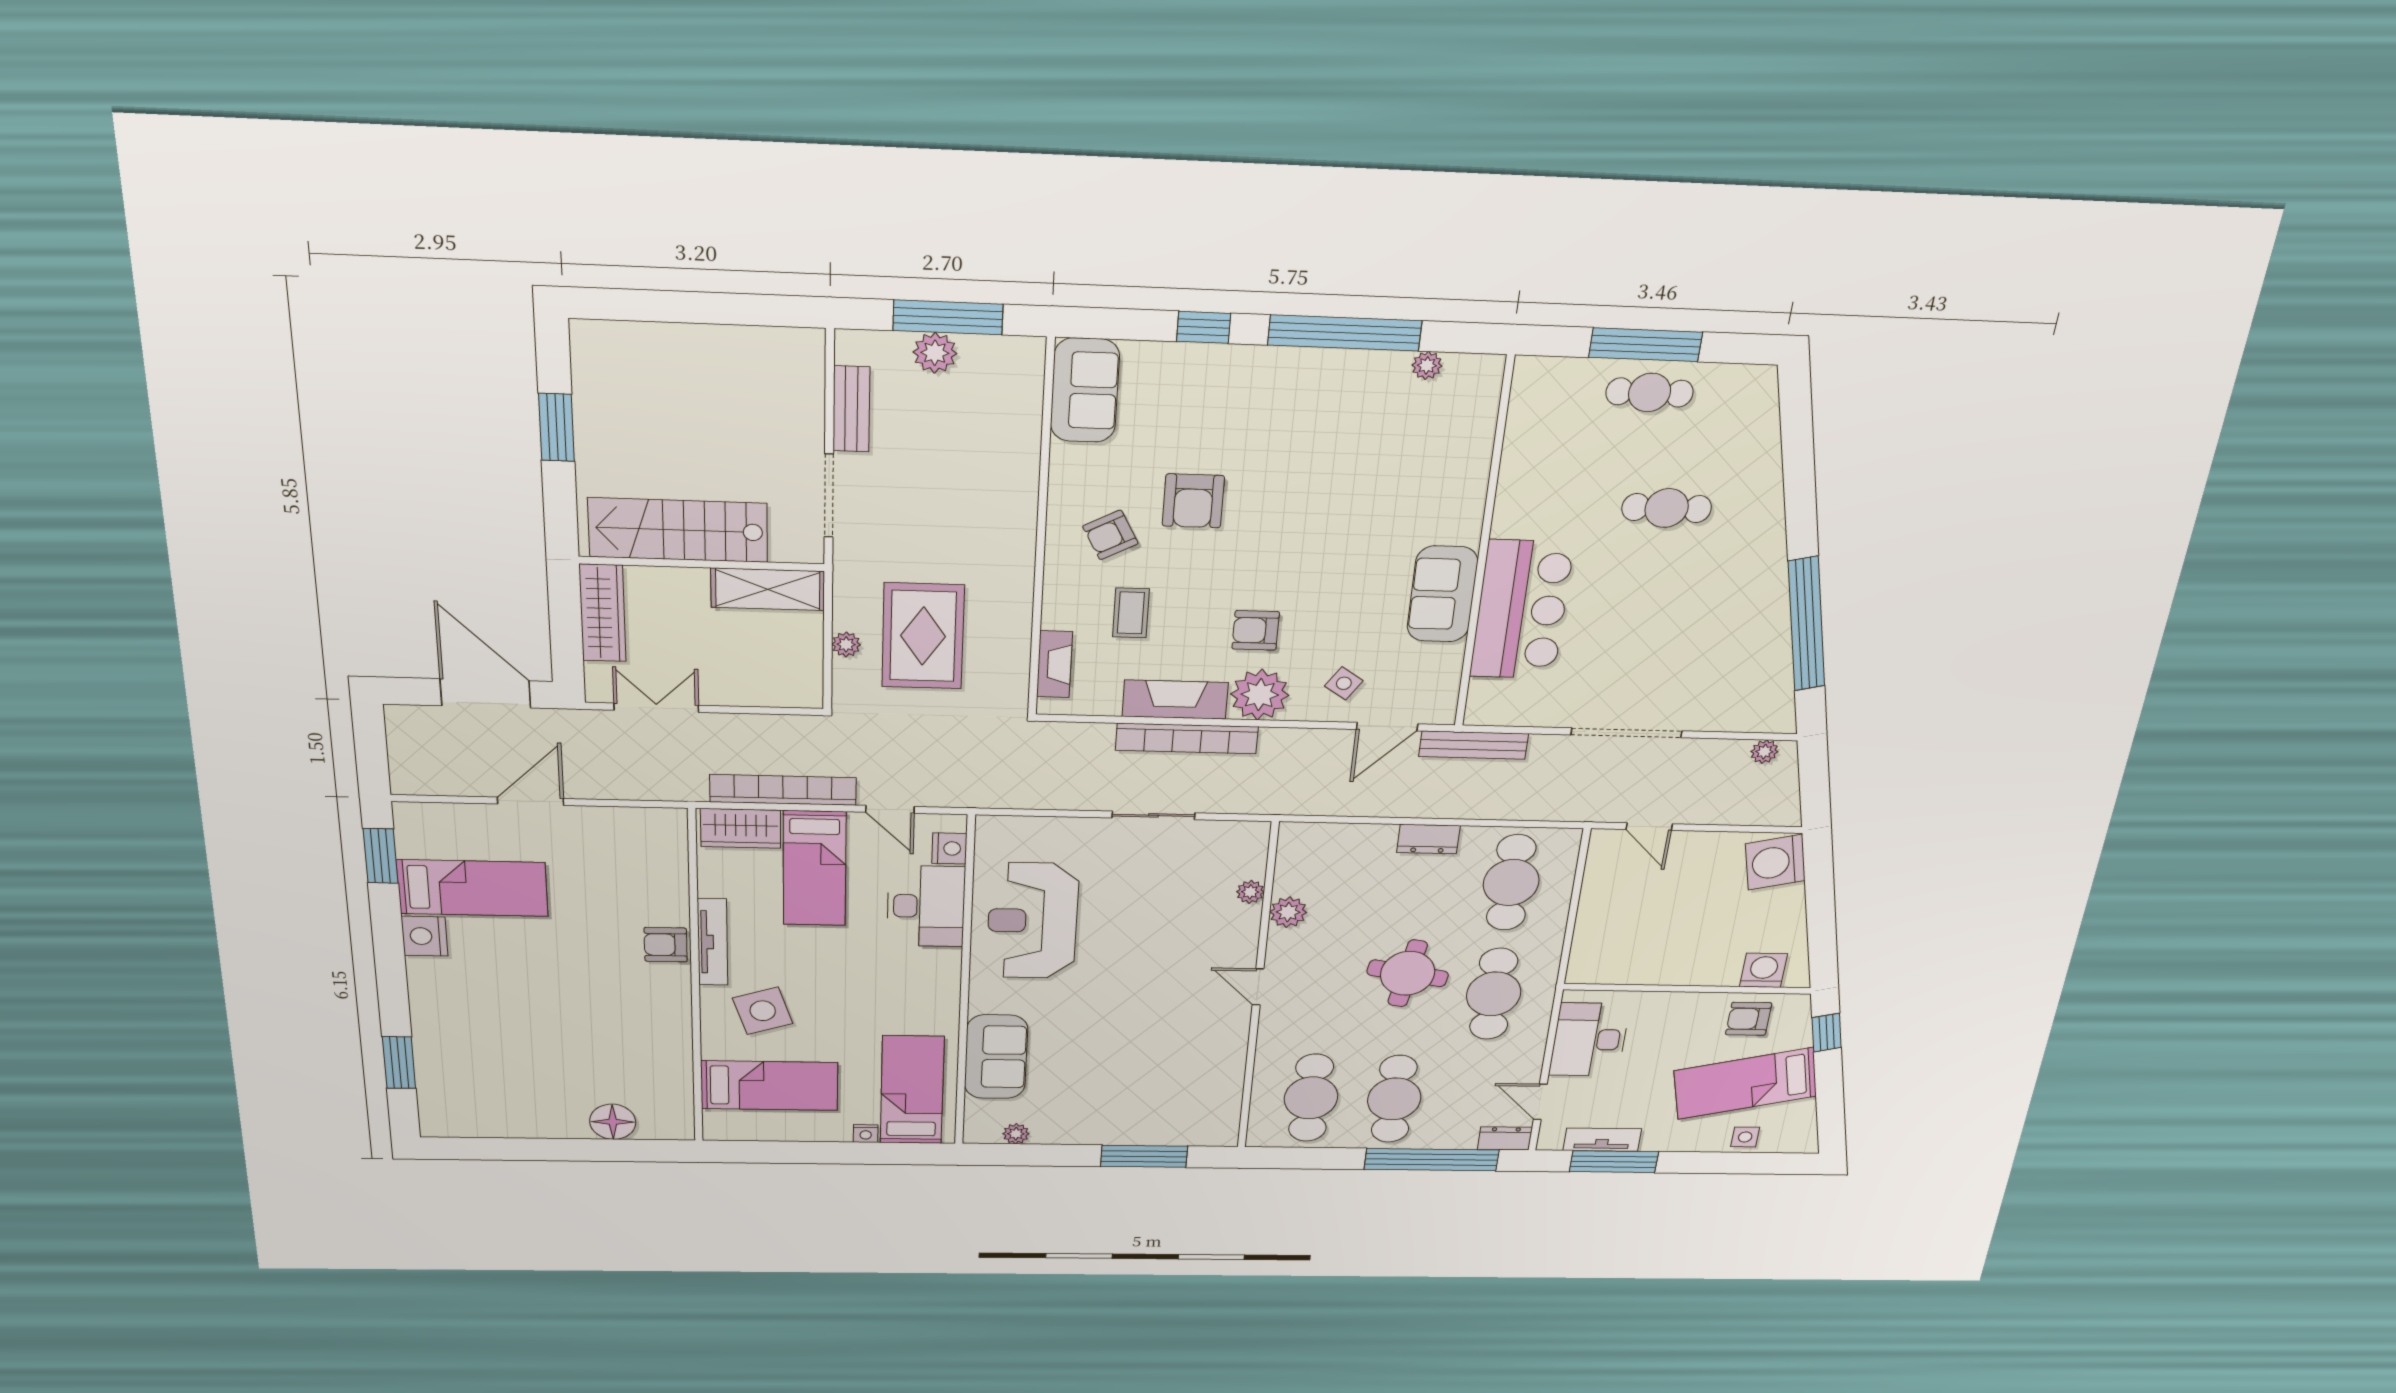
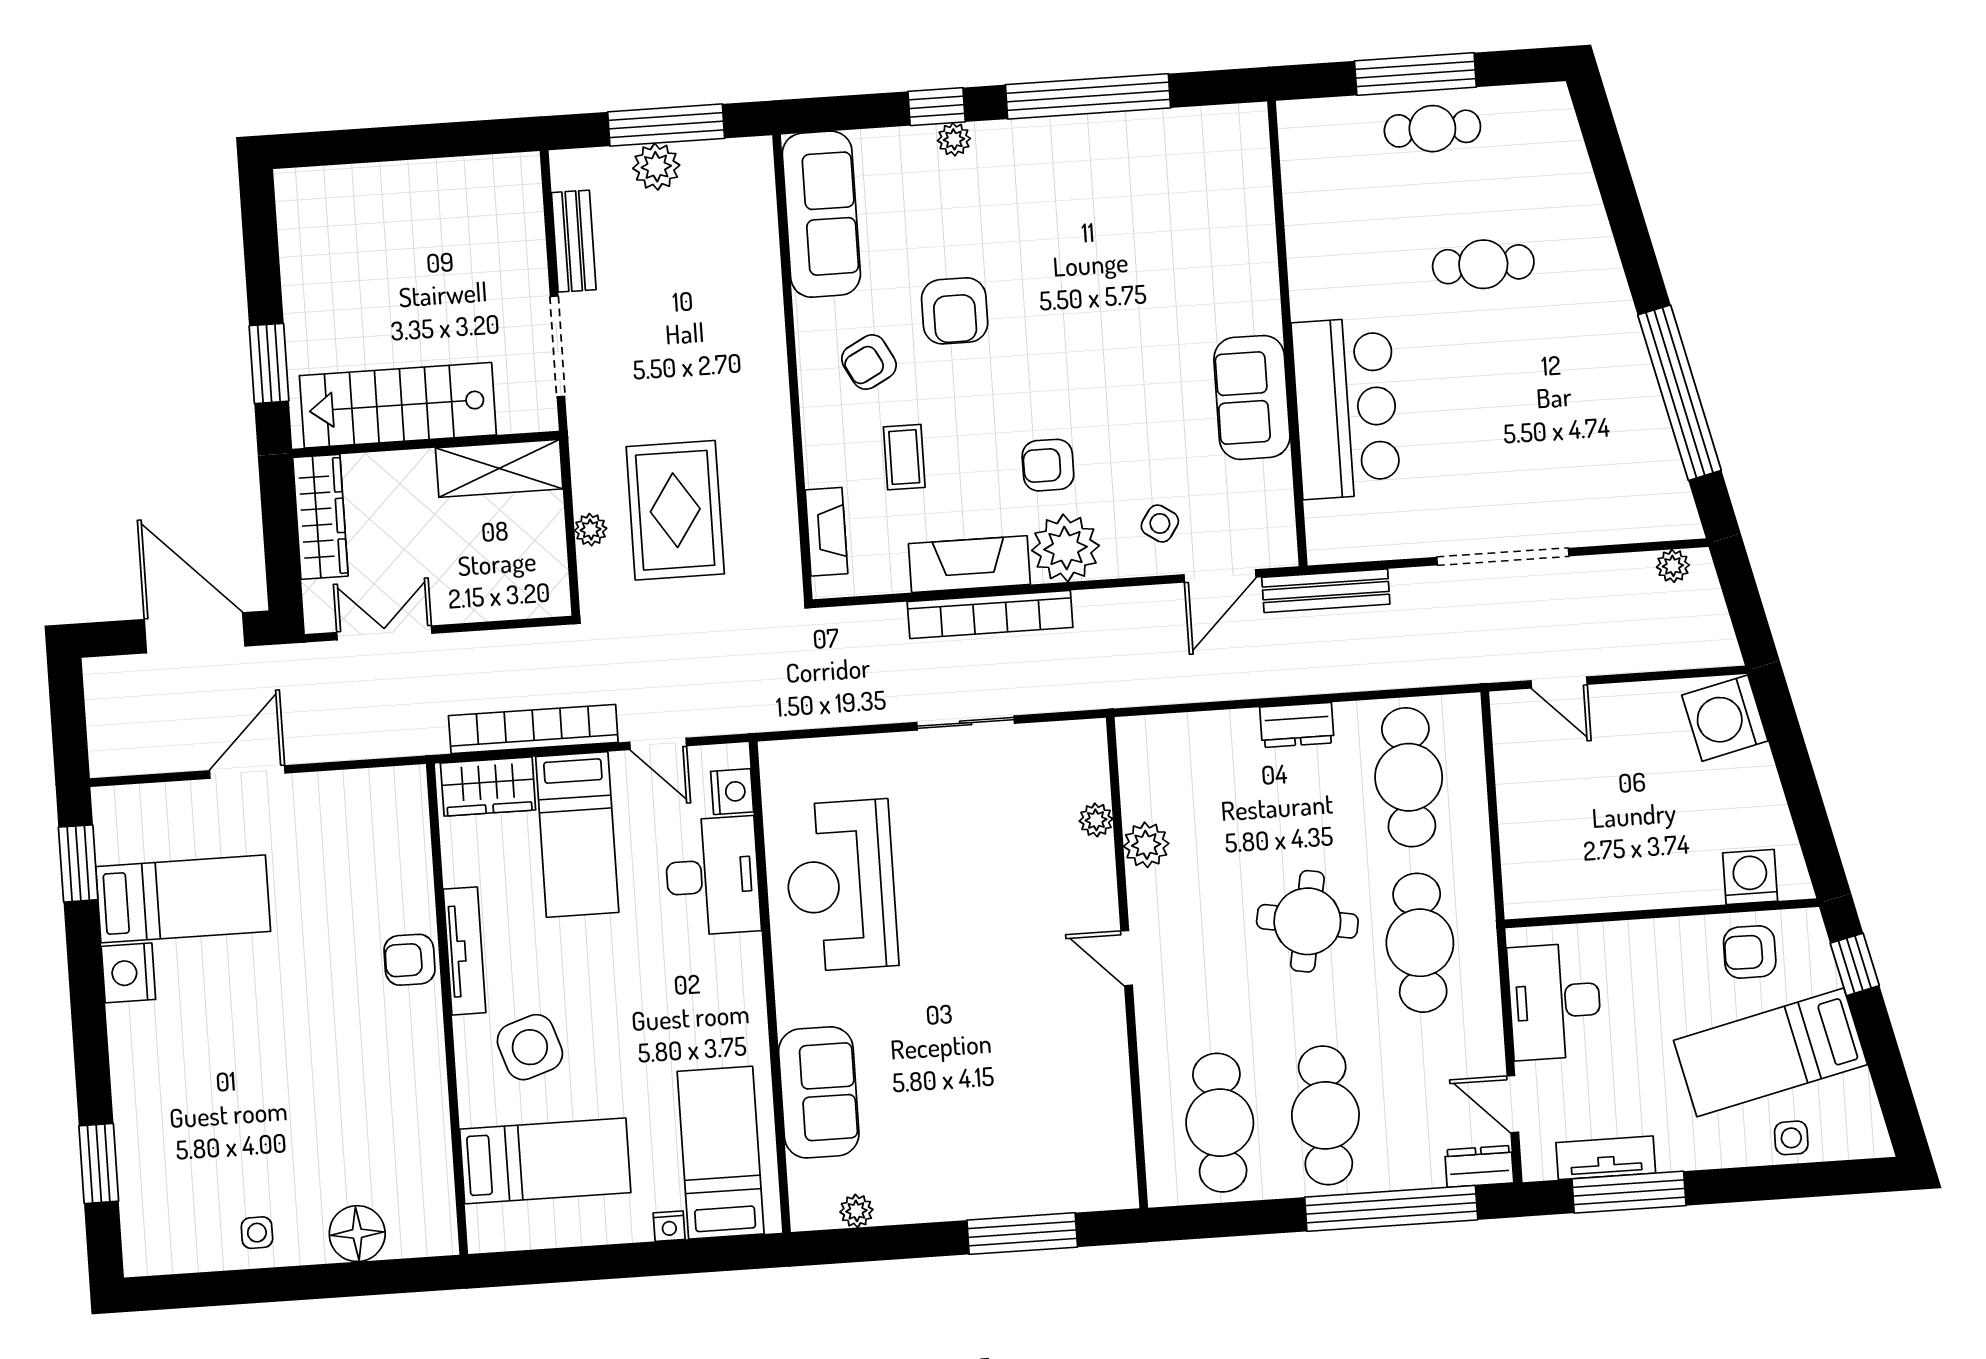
plant: (1427, 365) -> (954, 139), moved
sofa: (1085, 390) -> (821, 214), width x1.36
window: (556, 427) -> (269, 363), moved
side table: (530, 1116) -> (257, 1233), added

